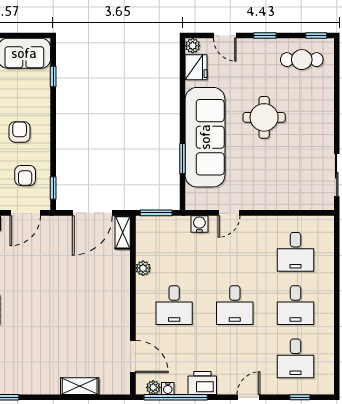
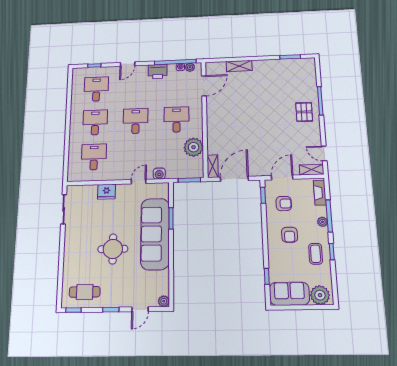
door: (225, 36) -> (140, 309), swing flipped
fridge: (196, 67) -> (106, 192), moved, turned -90
armchair: (25, 175) -> (284, 204), turned 90
plant: (143, 268) -> (194, 147), width x1.87, depth x1.87
door: (133, 357) -> (204, 86), swing flipped

